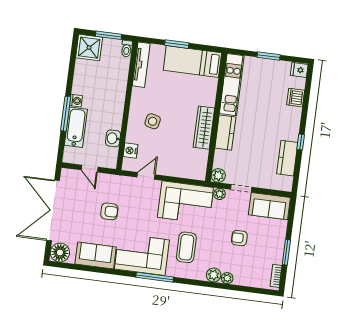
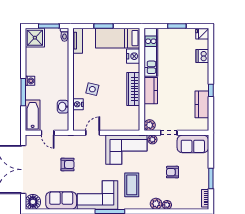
tv unit: (141, 65) -> (78, 41), width x0.71
nightstand: (209, 87) -> (133, 56), added
bathtub: (76, 127) -> (33, 115), moved
nightstand: (131, 151) -> (78, 104), moved

